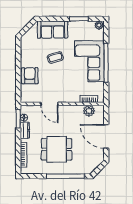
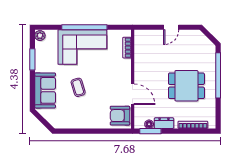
armchair: (30, 76) -> (120, 116), moved
door: (49, 104) -> (133, 94), hinge flipped
plant: (89, 111) -> (141, 47), removed
door: (106, 136) -> (171, 27), width x0.53
dining table: (57, 149) -> (186, 86), turned 90

